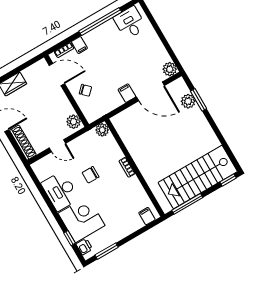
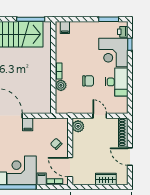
corner desk: (105, 42) -> (22, 170), added
plant: (102, 130) -> (61, 85), moved

